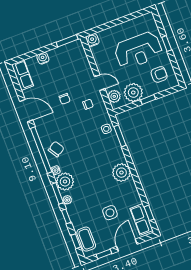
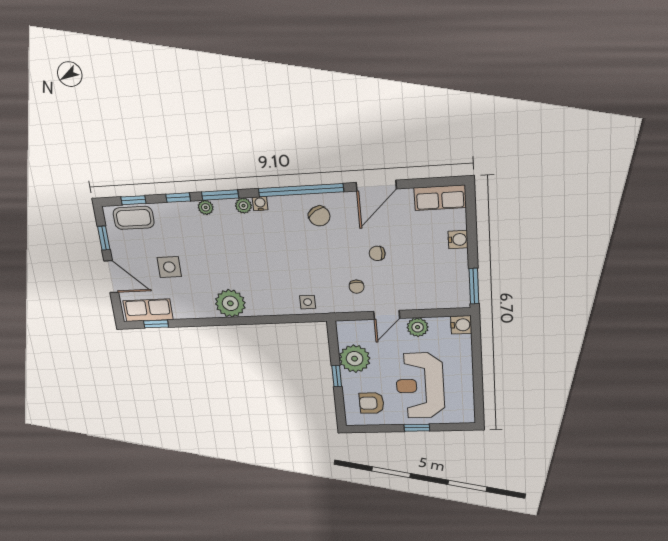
armchair: (159, 74) -> (372, 403), turned 90
plant: (114, 96) -> (418, 327), moved
window: (120, 136) -> (290, 319), removed
chair: (56, 149) -> (319, 216), moved
plant: (65, 182) -> (243, 206), width x0.53, depth x0.53

